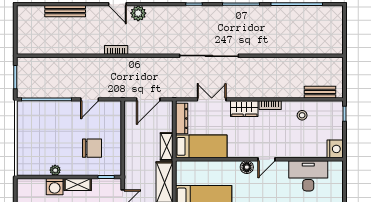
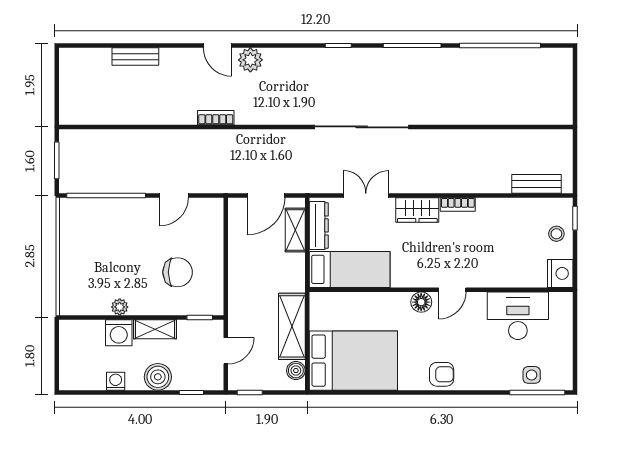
bench: (65, 11) -> (135, 57), width x0.73
stool: (302, 115) -> (556, 234), moved
shelving: (167, 147) -> (295, 230), moved

